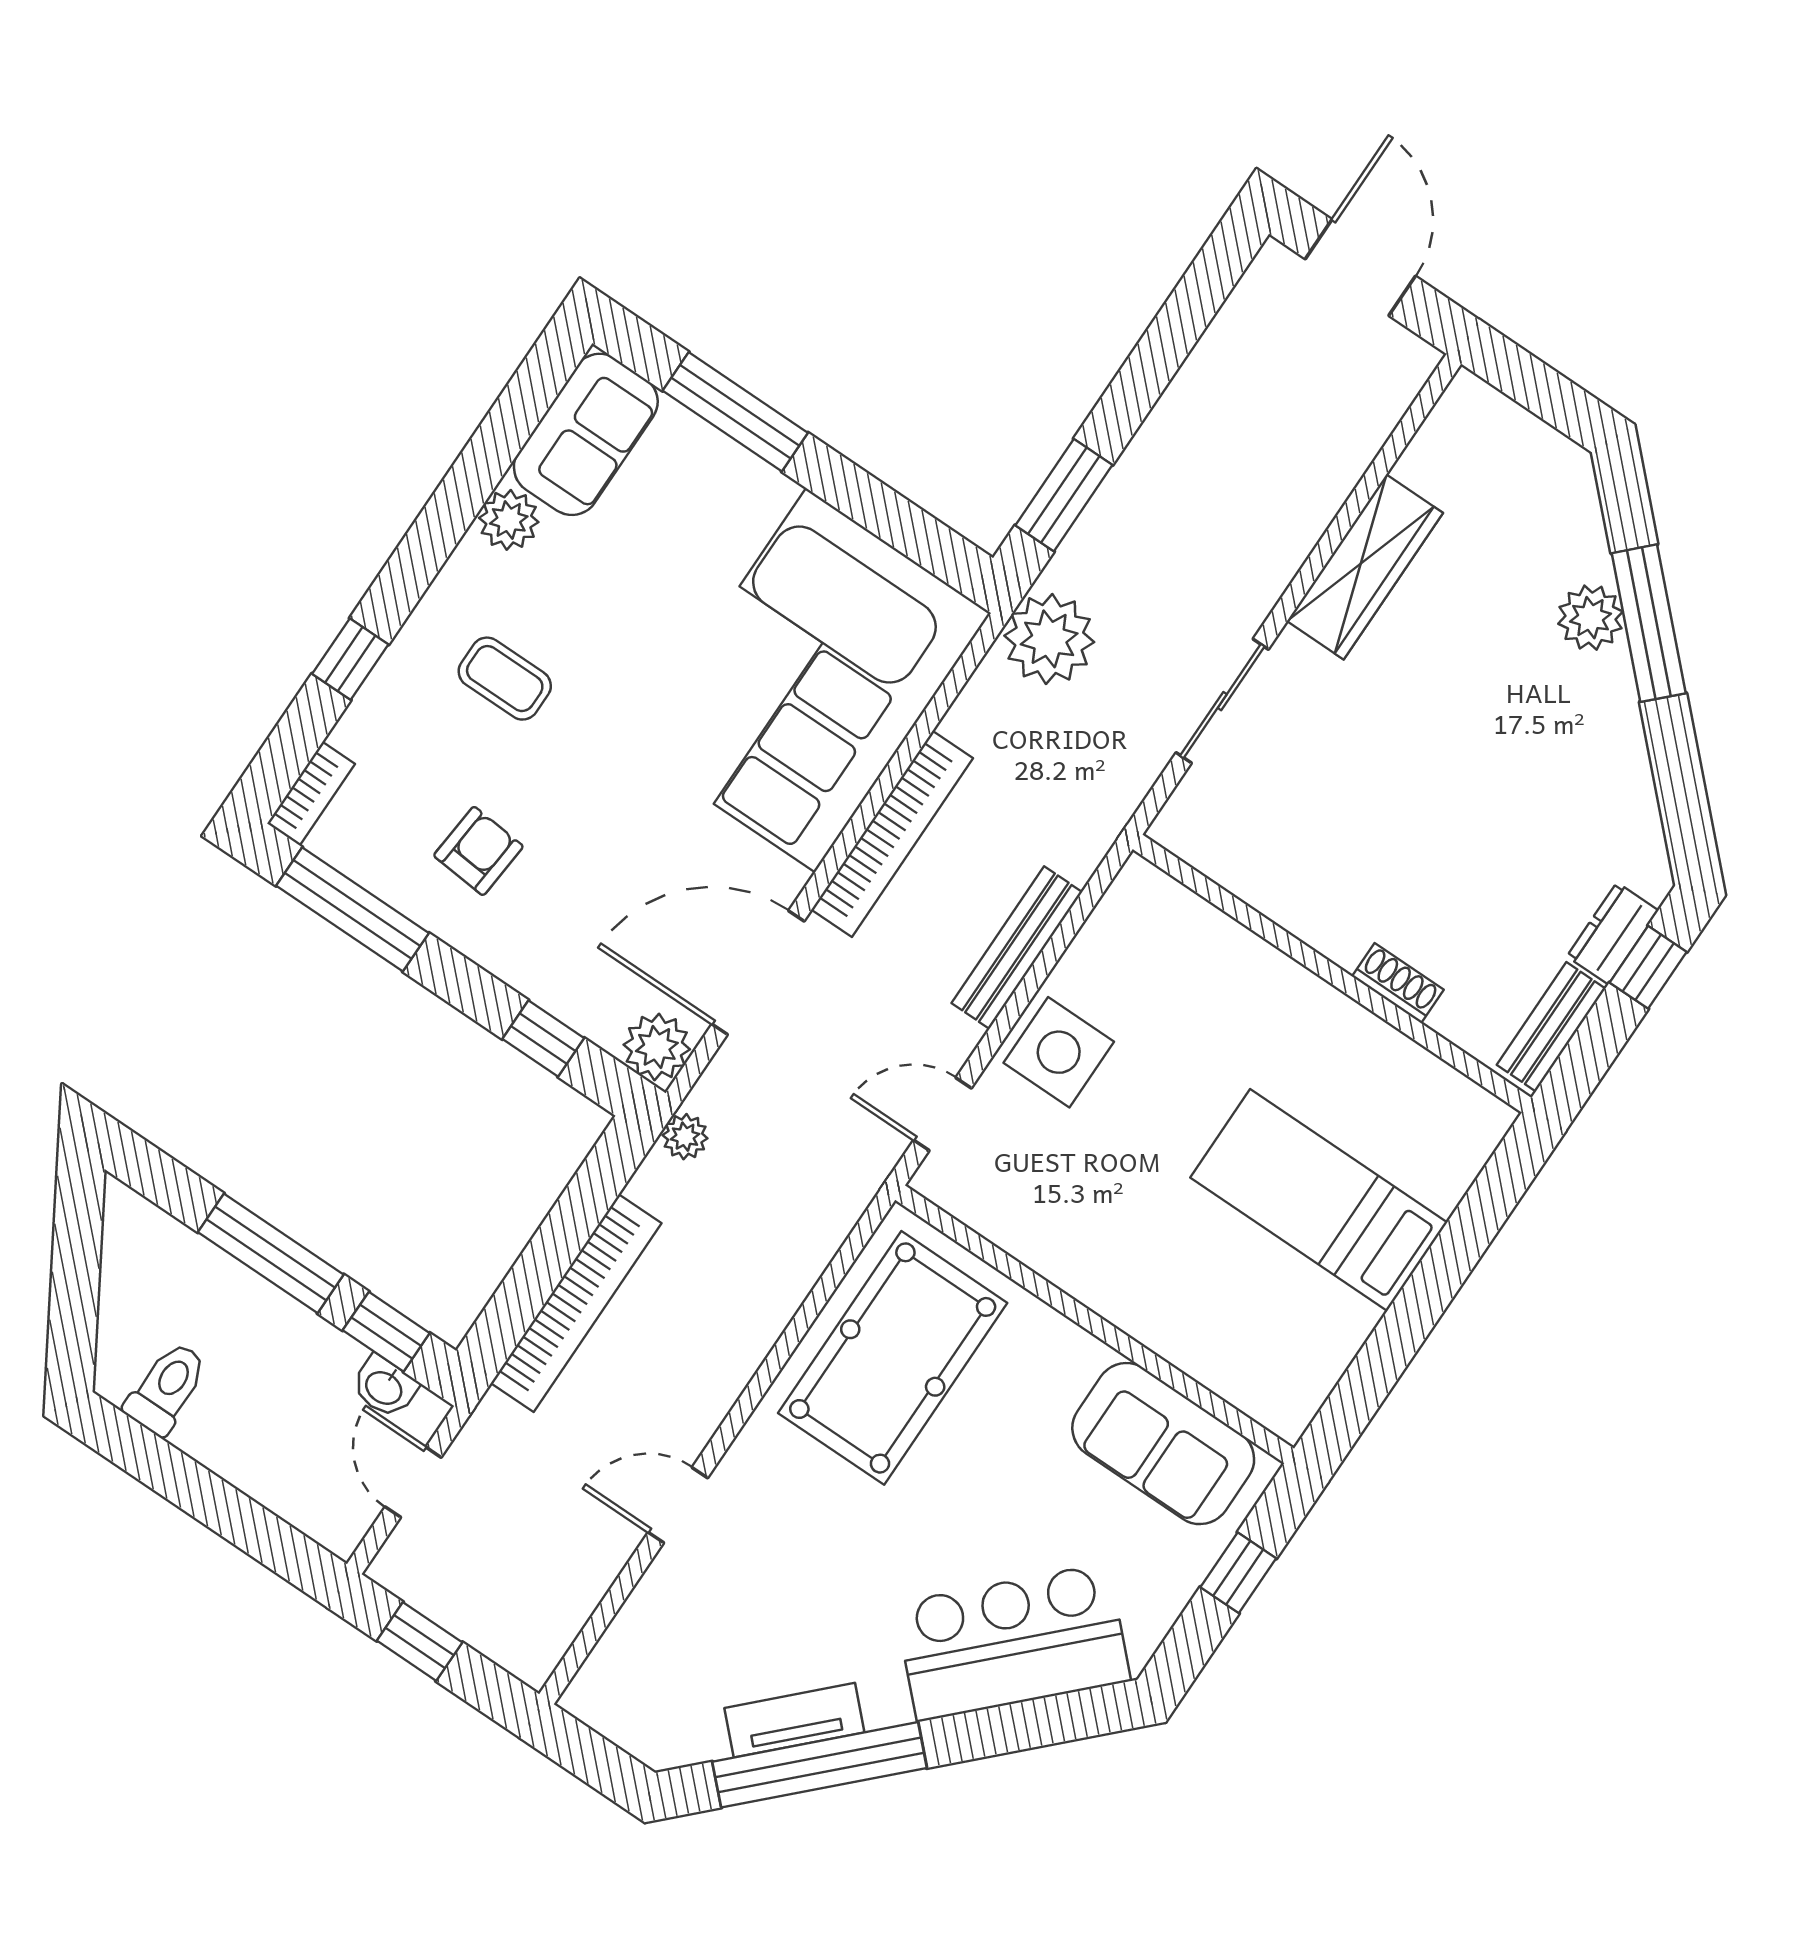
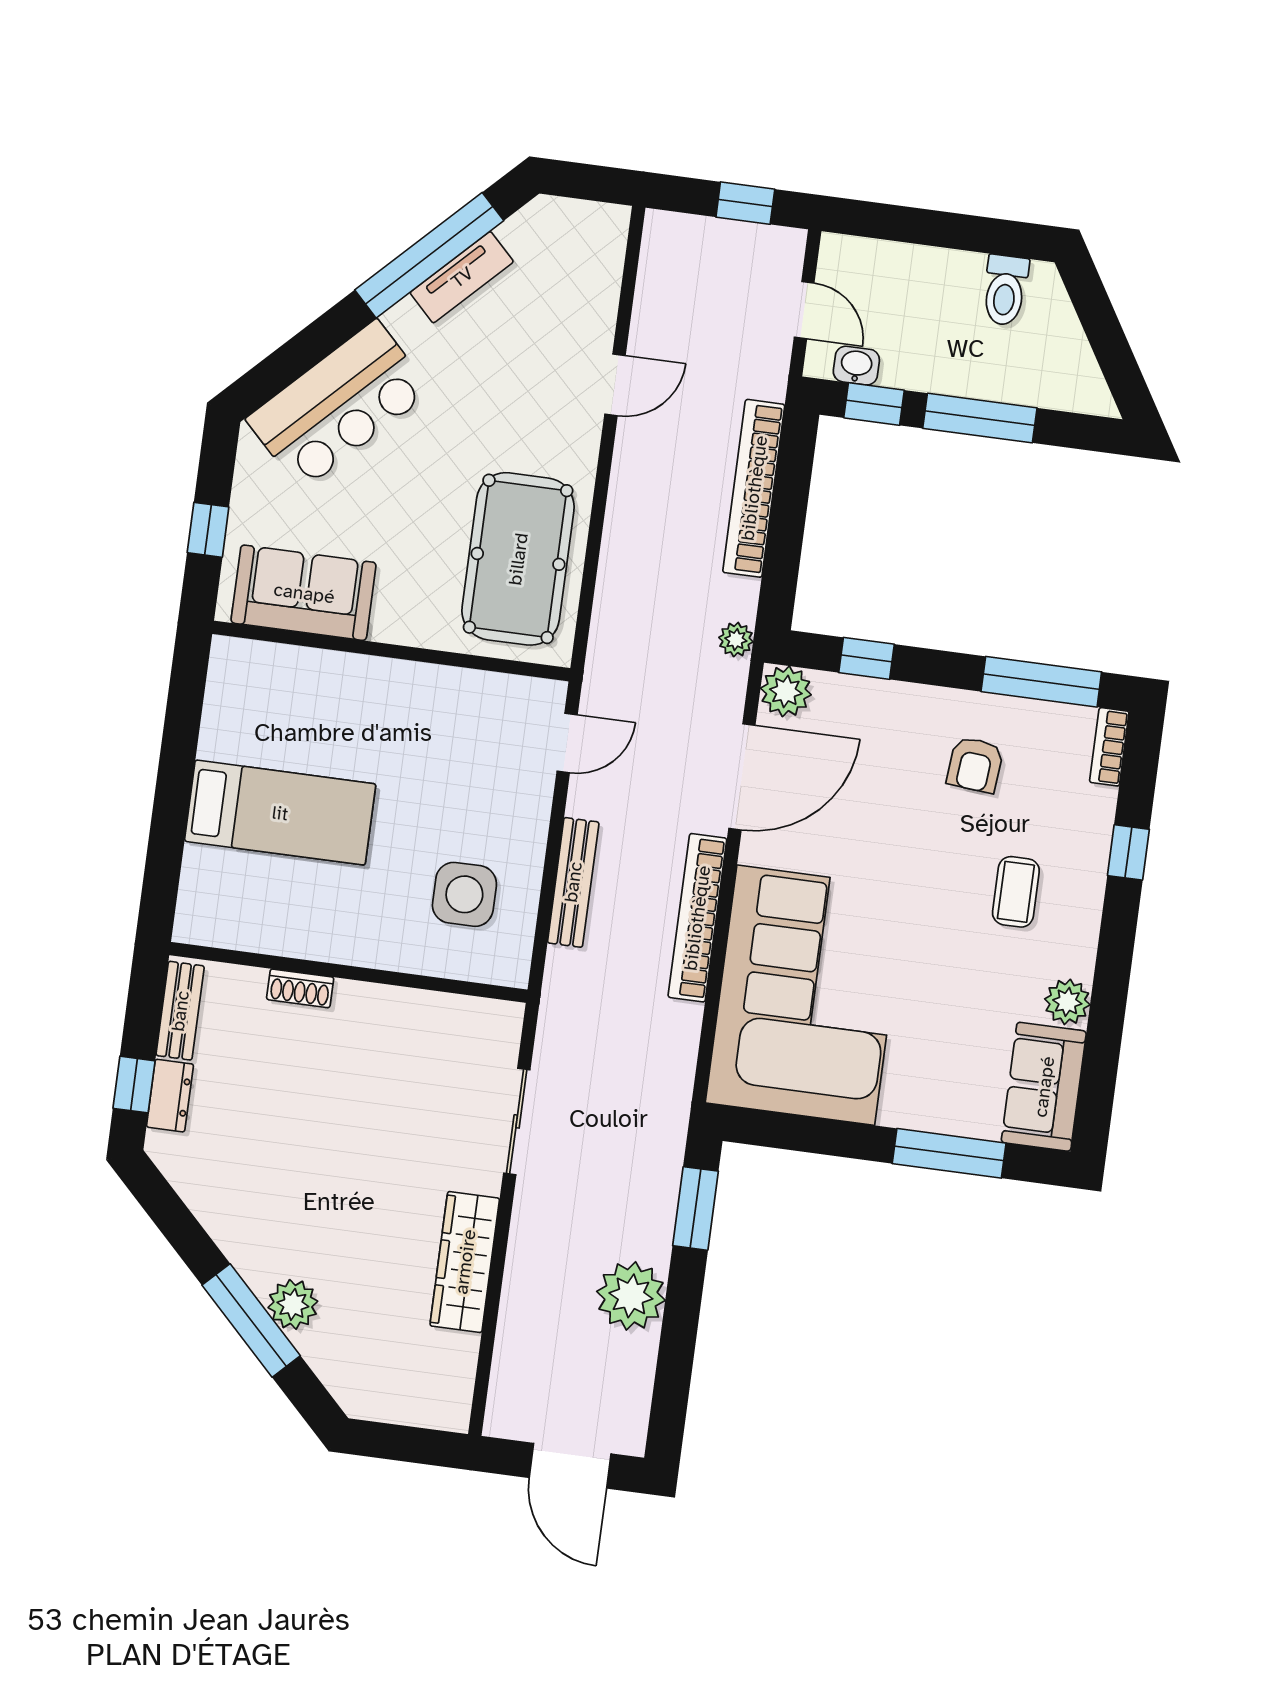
plant: (1049, 639) -> (631, 1296), moved
coffee table: (505, 679) -> (1016, 892), turned 90
side table: (1059, 1052) -> (464, 894), moved

